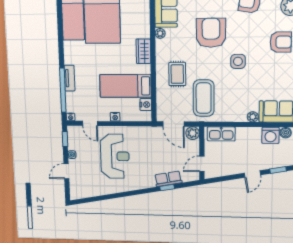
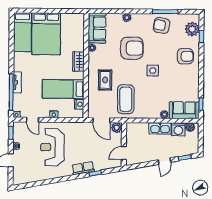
armchair: (211, 33) -> (132, 48), turned 90
kitchen sink: (221, 134) -> (160, 128), moved
reception desk: (115, 156) -> (52, 147), turned 180
row of seats: (168, 179) -> (83, 168), moved

